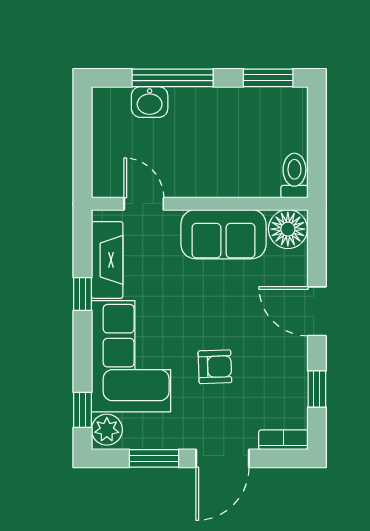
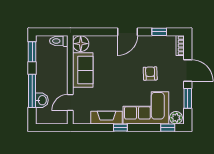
toilet: (294, 176) -> (59, 41), moved
door: (144, 204) -> (70, 103), moved
wall: (200, 204) -> (70, 80), moved
floor lamp: (288, 229) -> (81, 44), moved
sofa: (223, 234) -> (83, 70), moved

